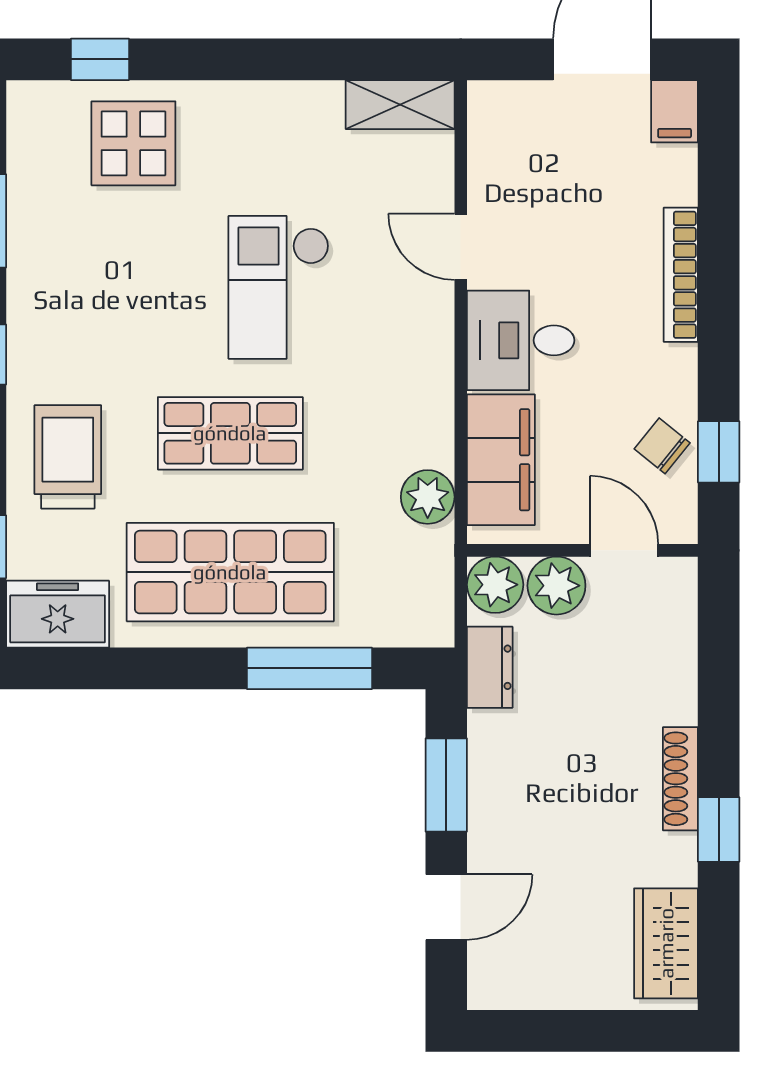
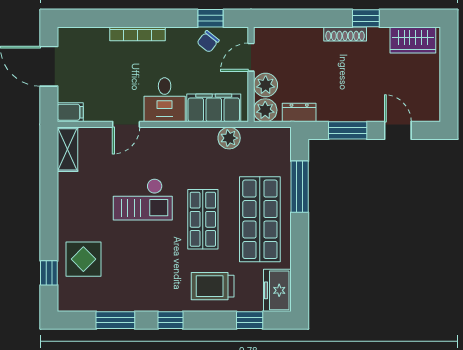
filing cabinet: (675, 111) -> (70, 112), moved

